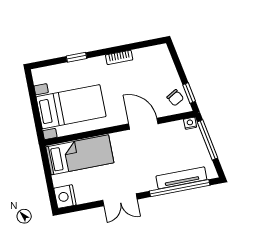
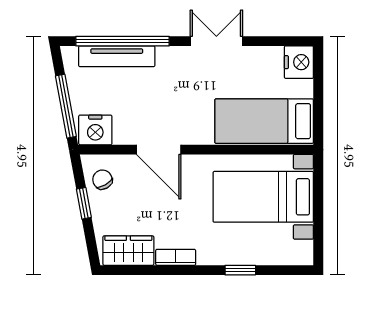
wardrobe: (150, 56) -> (128, 251), added
window: (189, 93) -> (84, 203), moved
nightstand: (190, 123) -> (95, 130), width x1.89, depth x1.79

